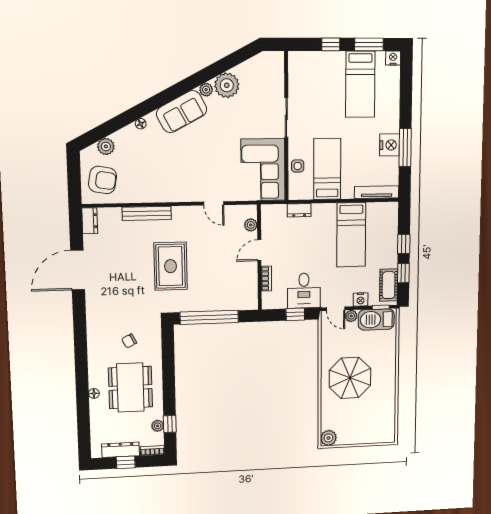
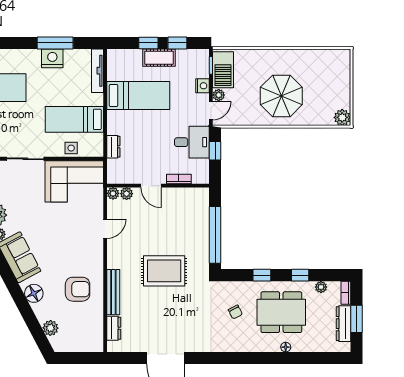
floor lamp: (141, 124) -> (34, 293), width x1.89, depth x1.89
armchair: (103, 180) -> (78, 289), moved, turned 80
plant: (251, 211) -> (113, 193), added
dresser: (90, 221) -> (114, 328), moved, turned 90
cot: (389, 285) -> (159, 58), moved
window: (168, 366) -> (262, 275), added
window: (170, 424) -> (300, 275), moved
window: (126, 462) -> (356, 319), width x1.50

